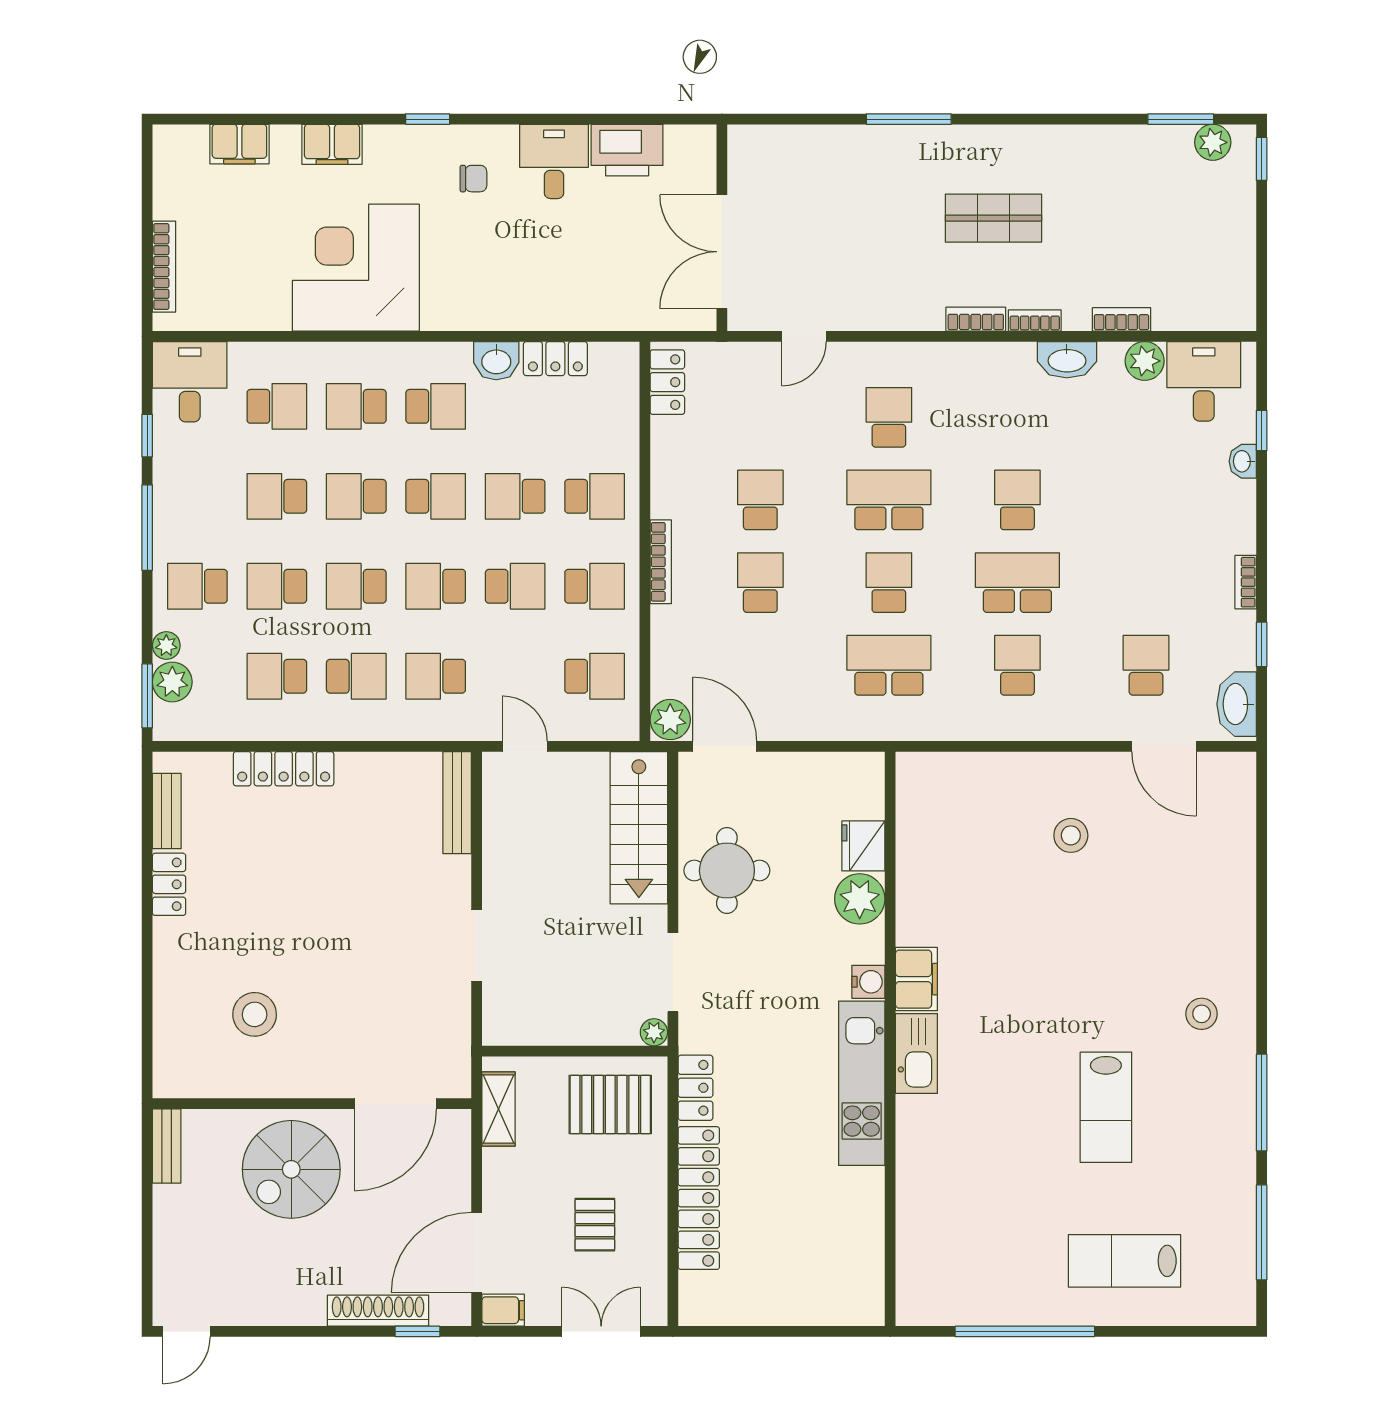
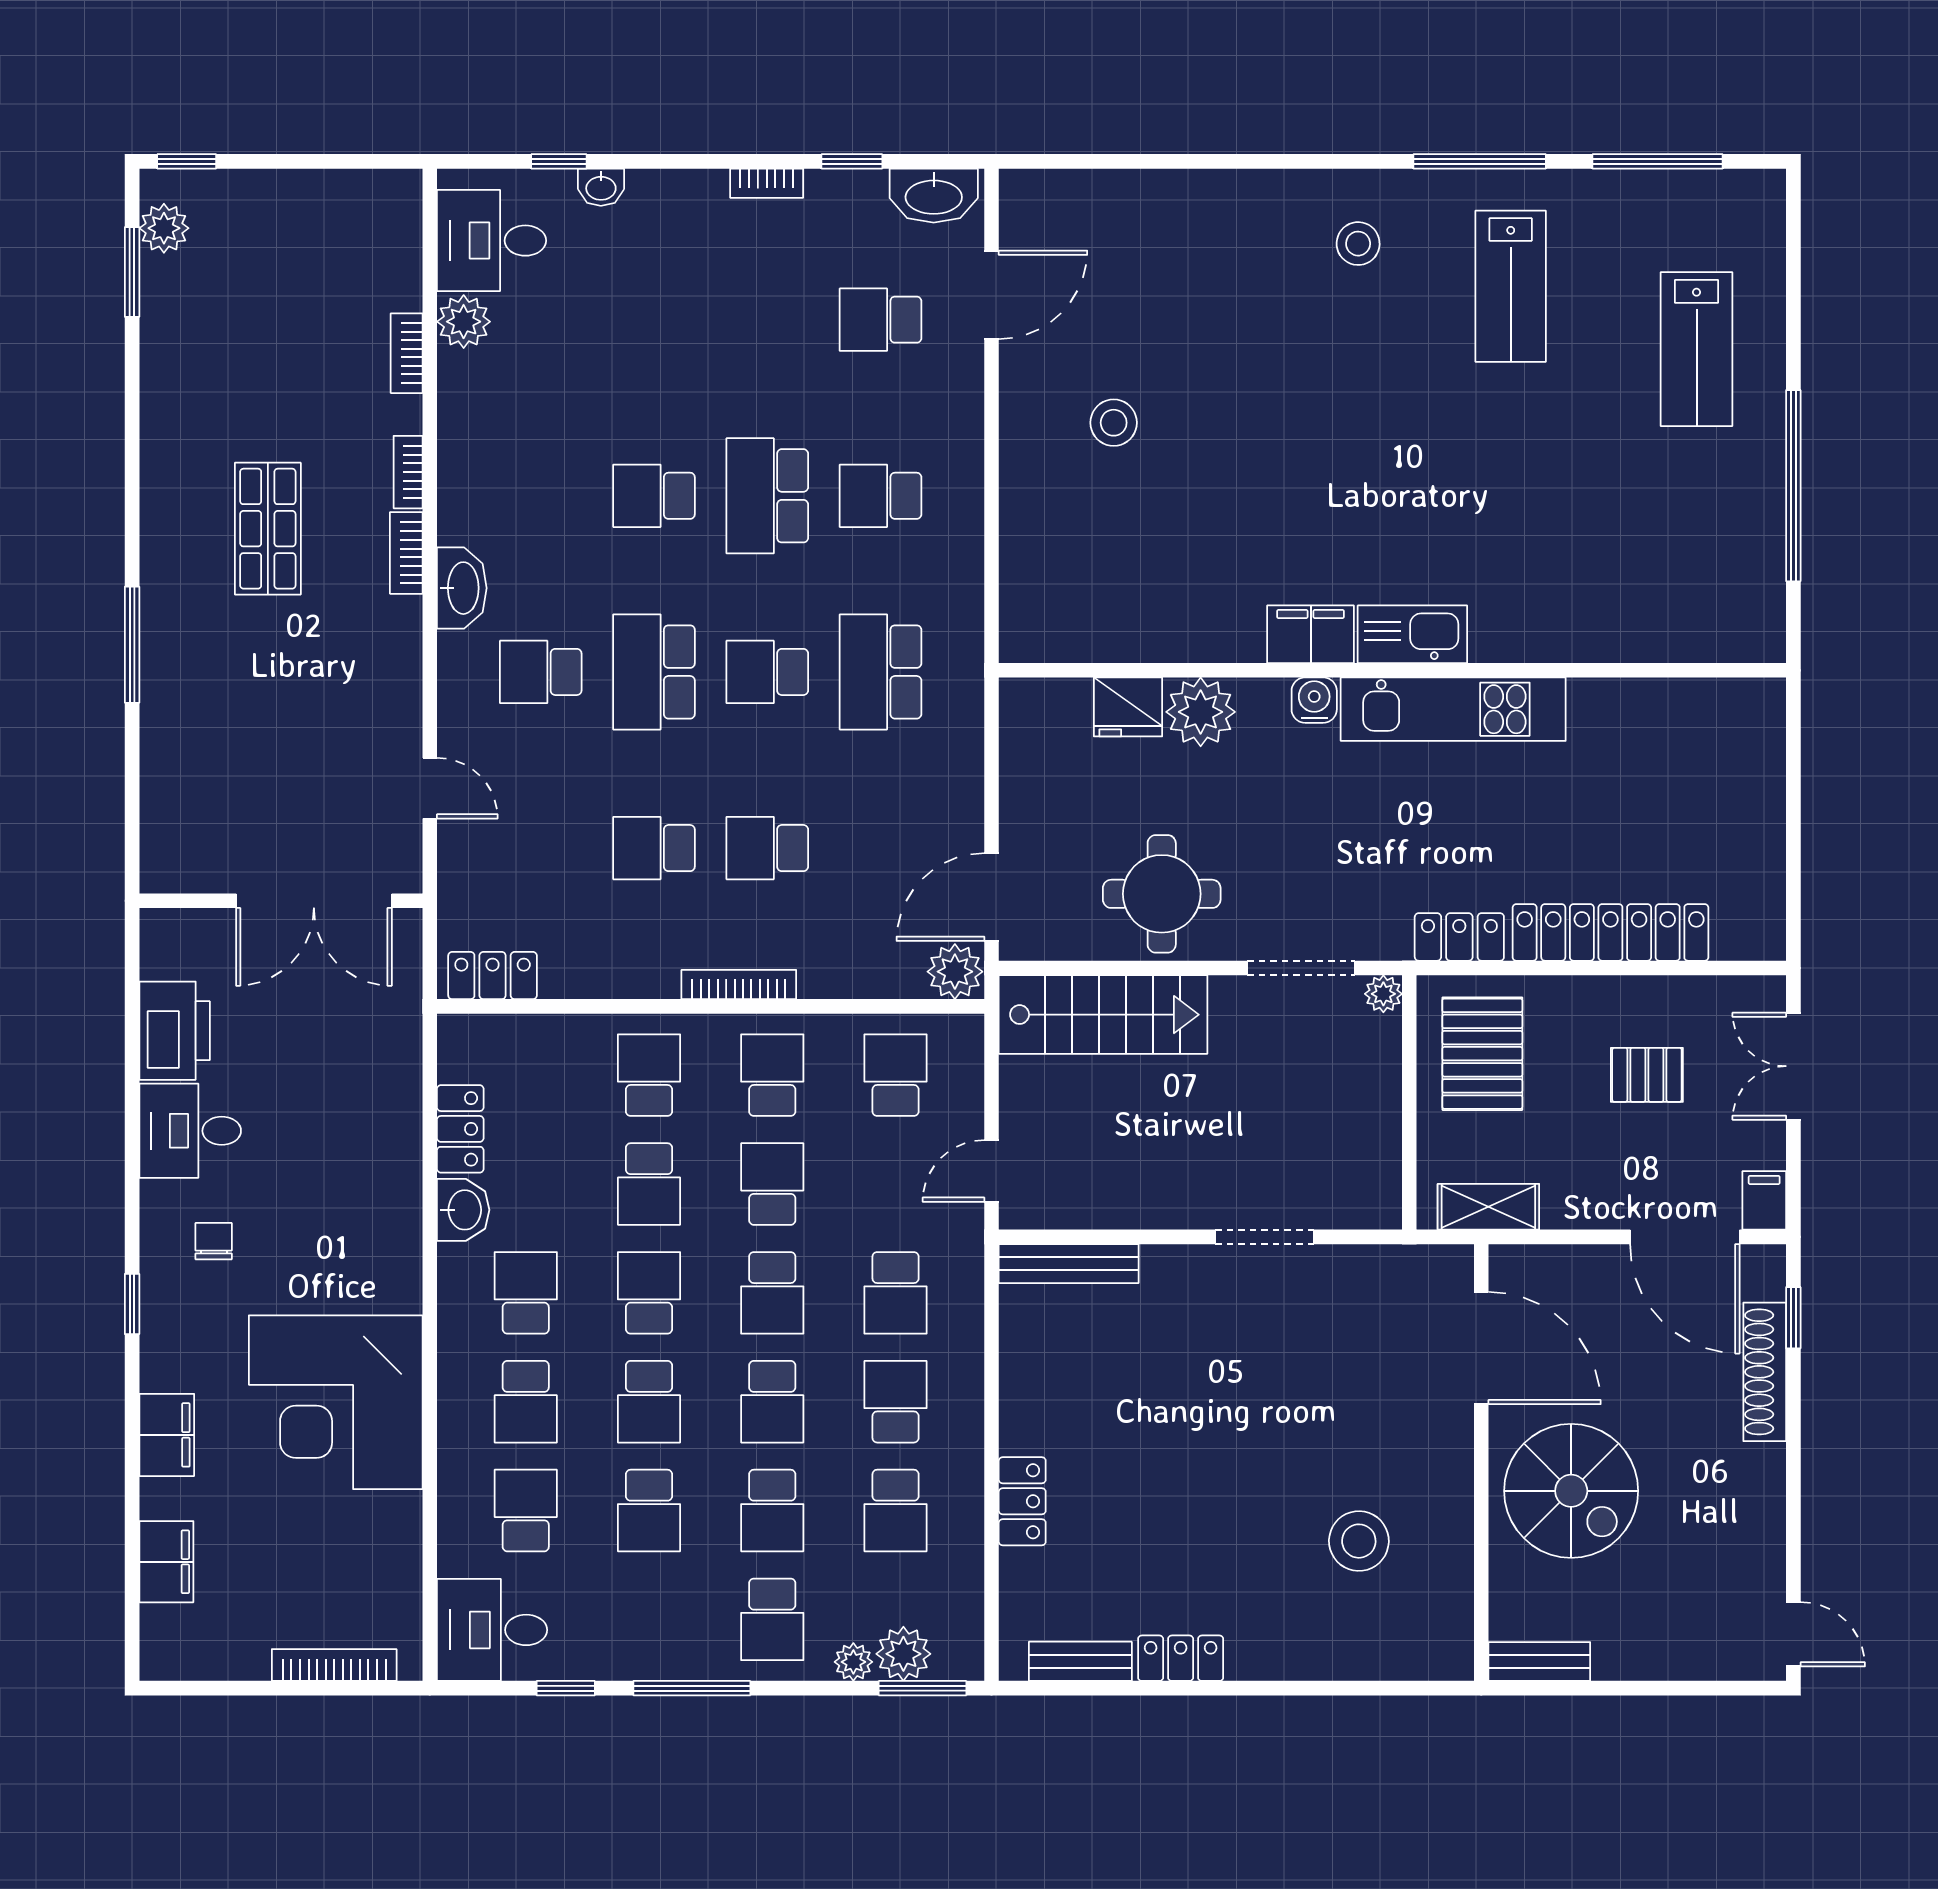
washbasin: (1067, 360) -> (462, 588), moved
locker: (284, 769) -> (1022, 1501), width x0.66
lab bench: (1106, 1107) -> (1511, 286), moved, turned 90

